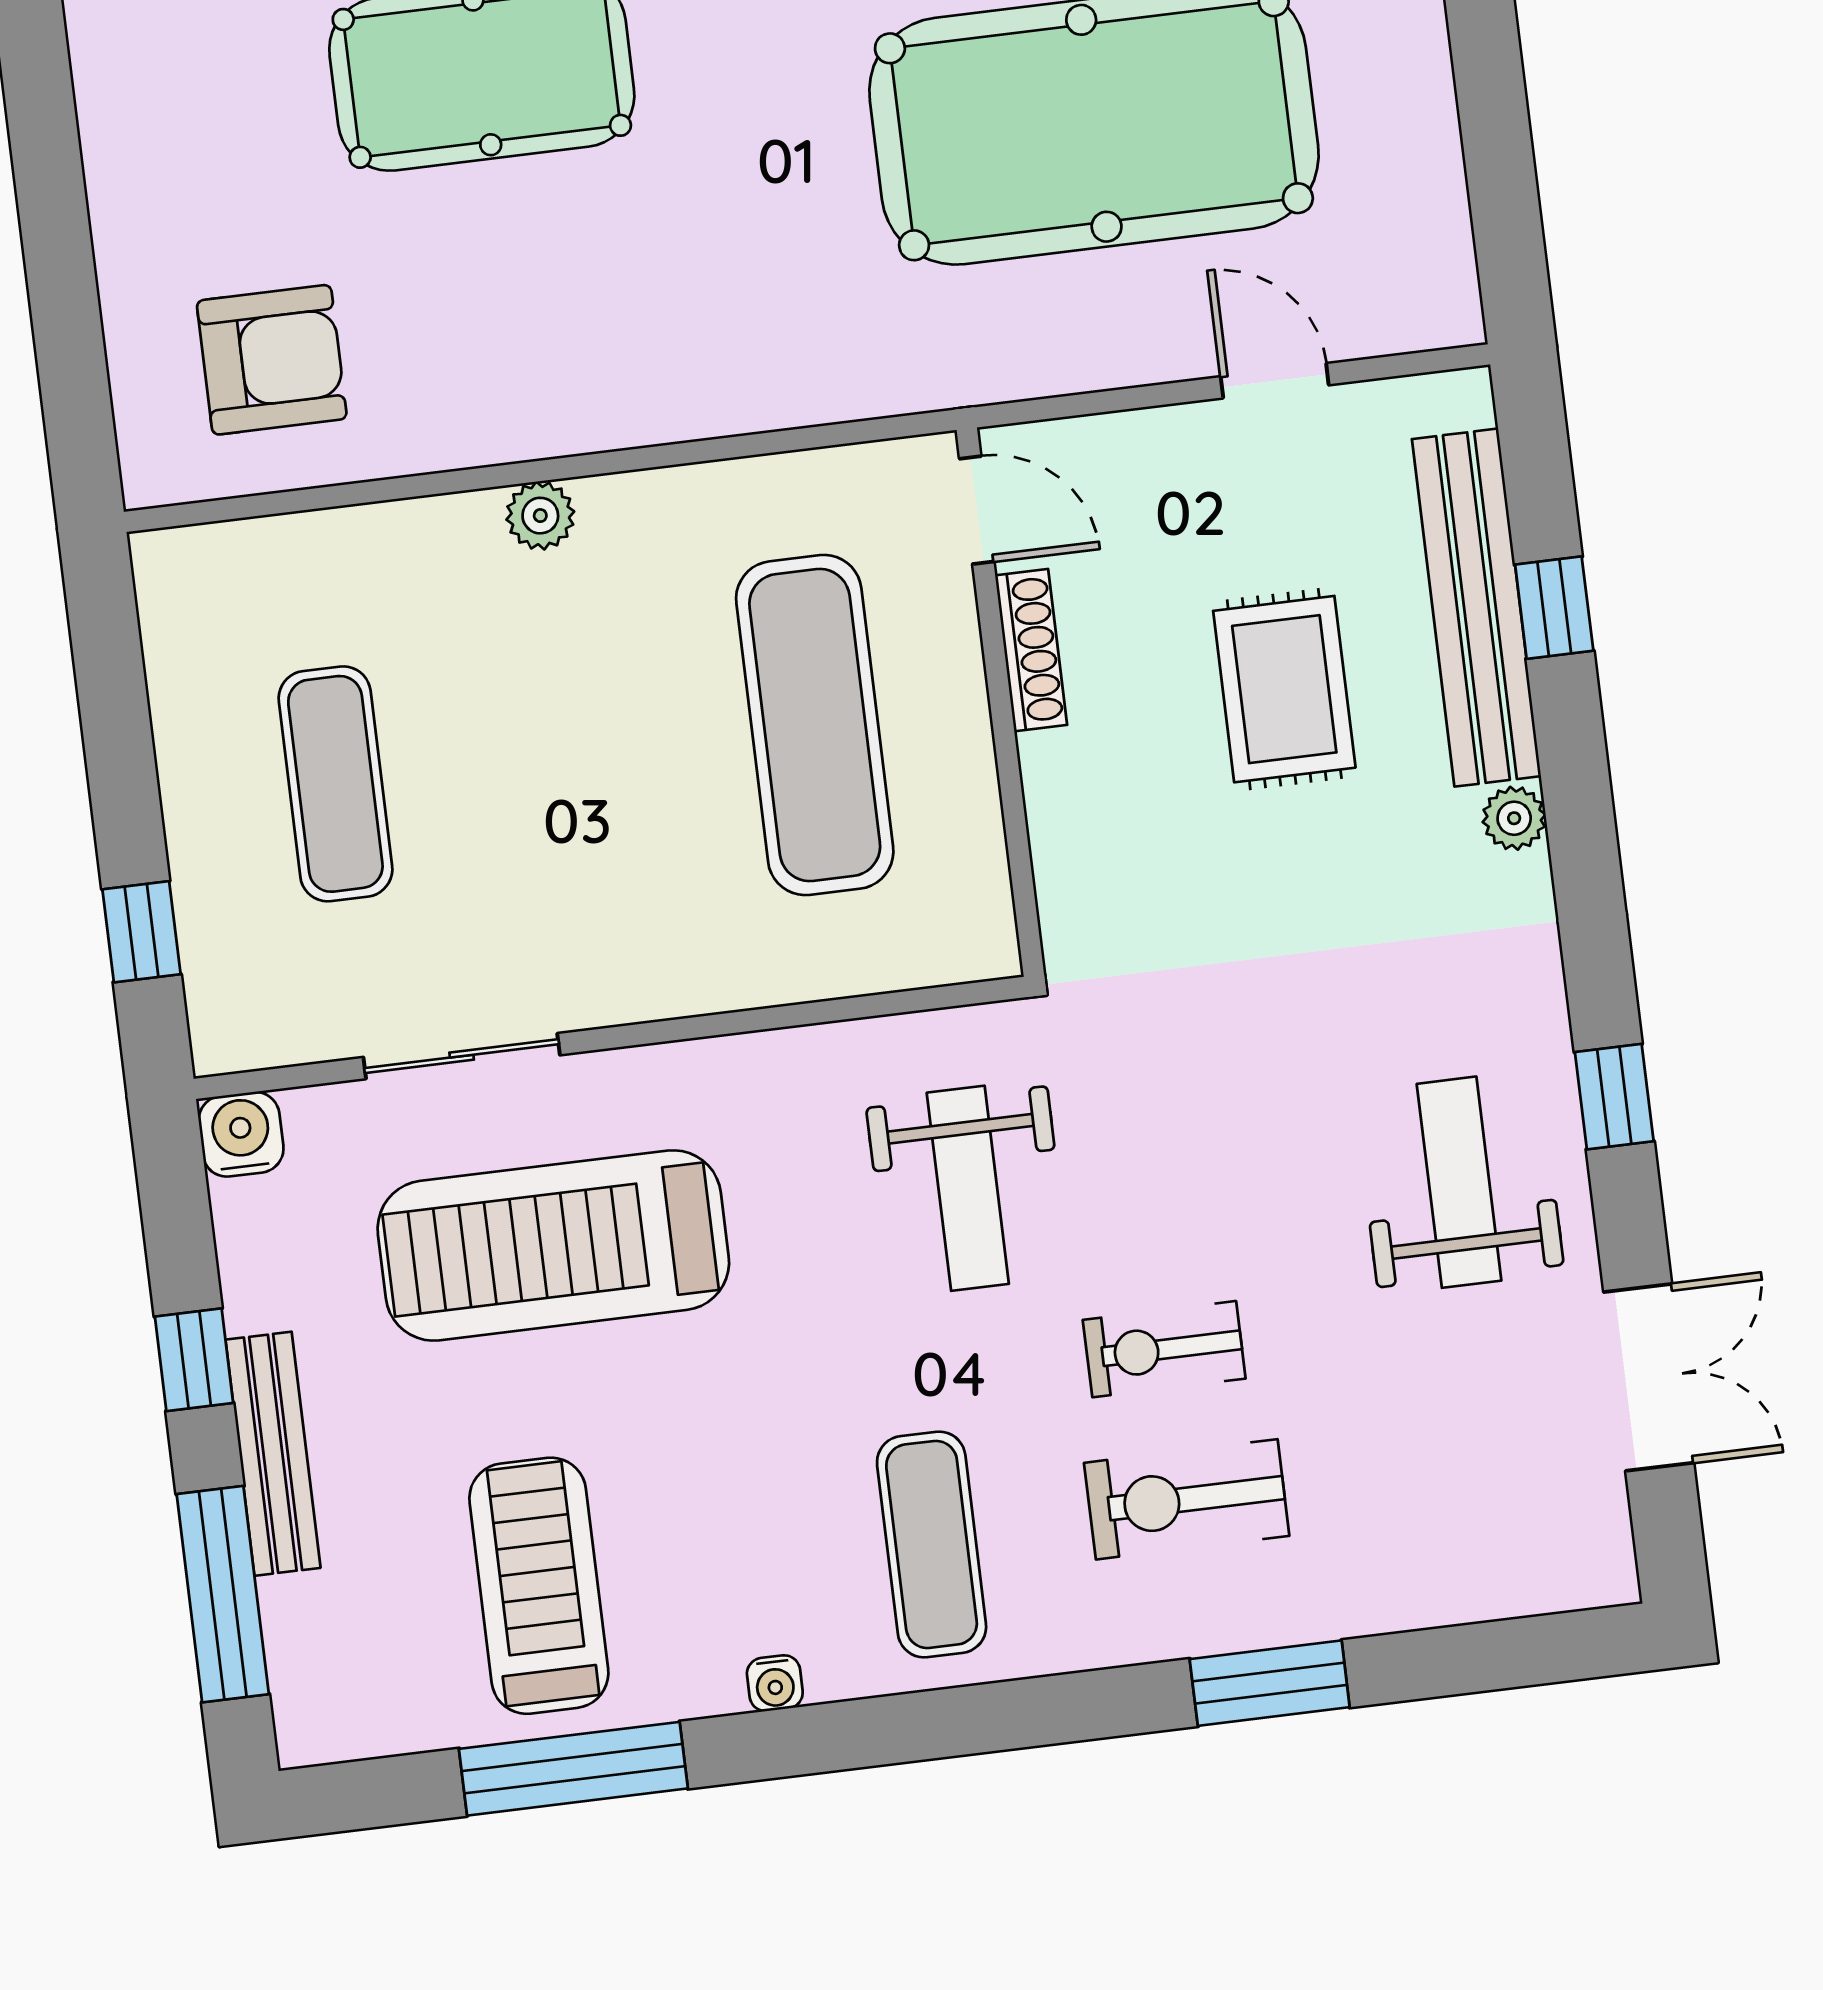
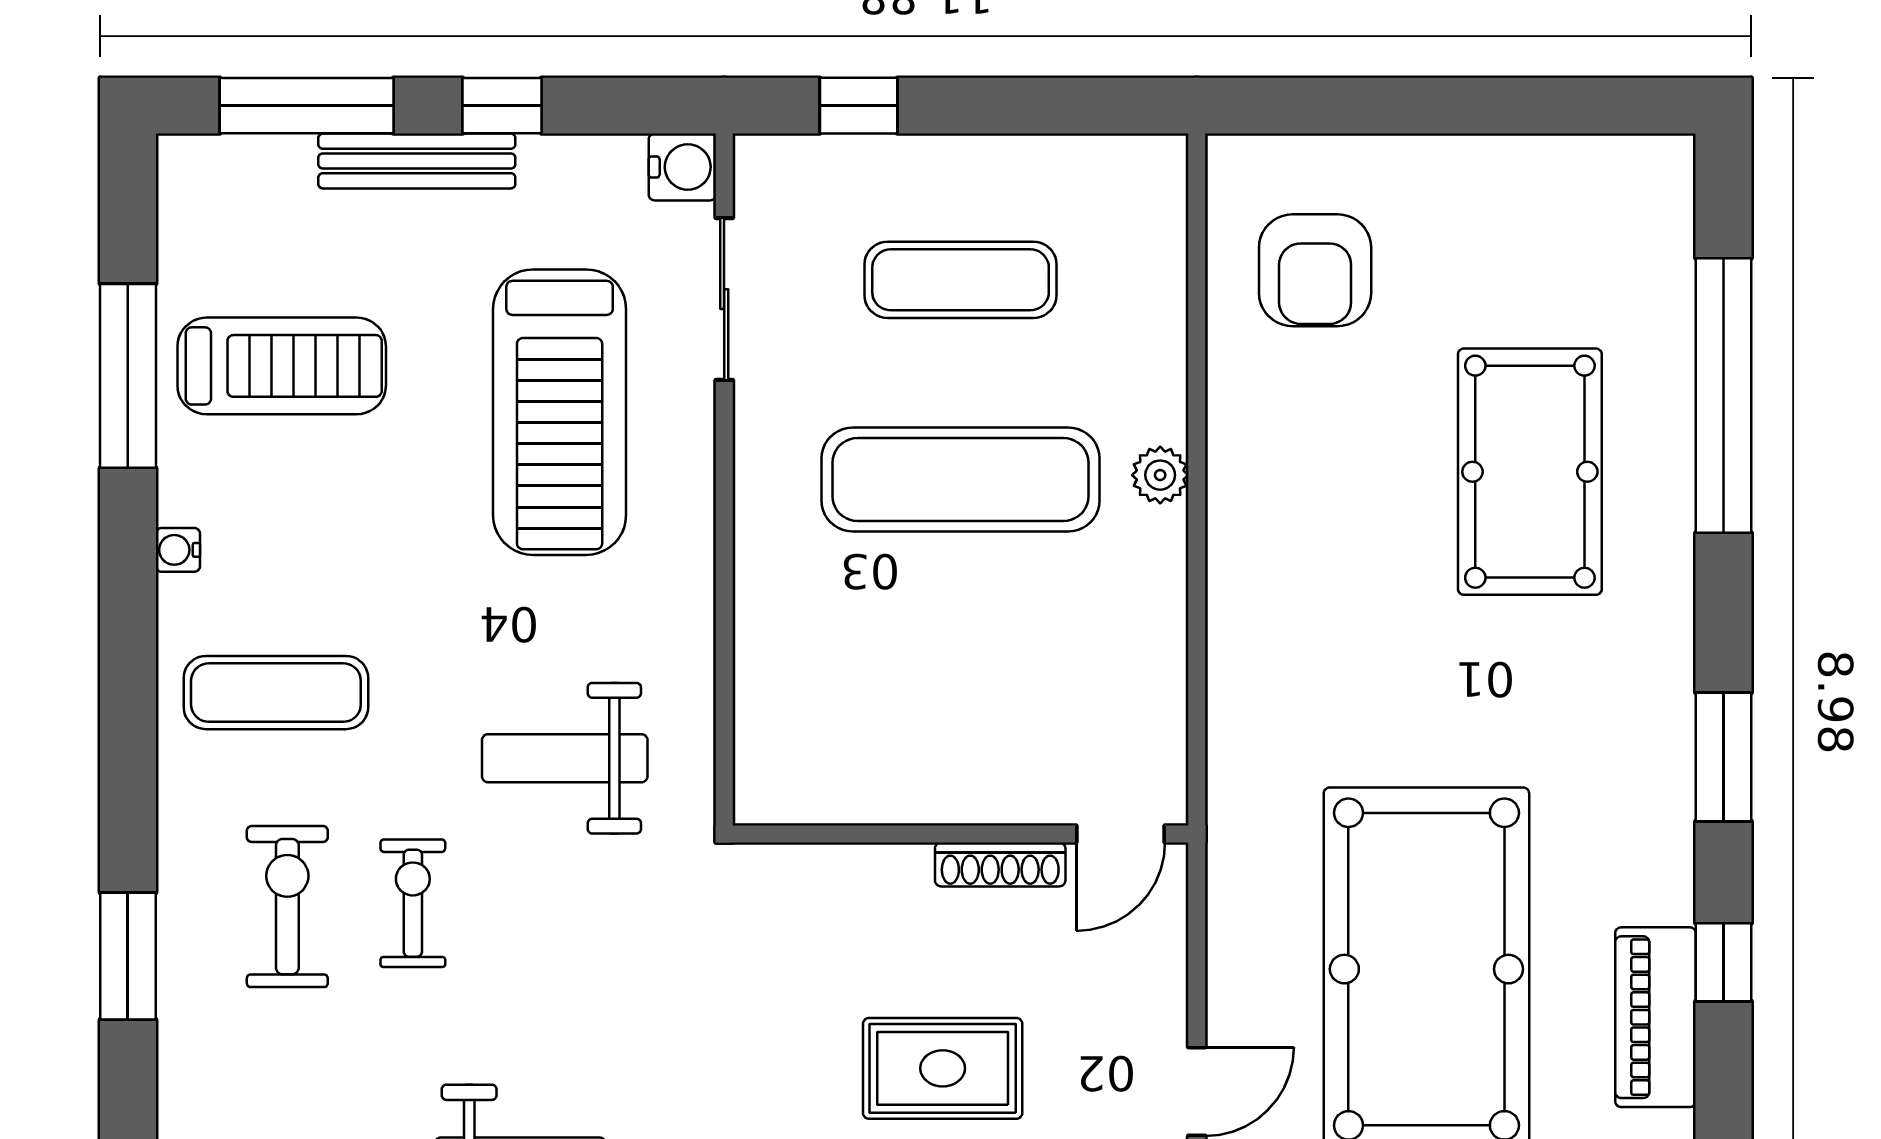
exercise mat: (815, 725) -> (961, 480), moved
sliding door: (462, 1056) -> (724, 299), moved
treadmill: (553, 1245) -> (560, 412), turned 180

